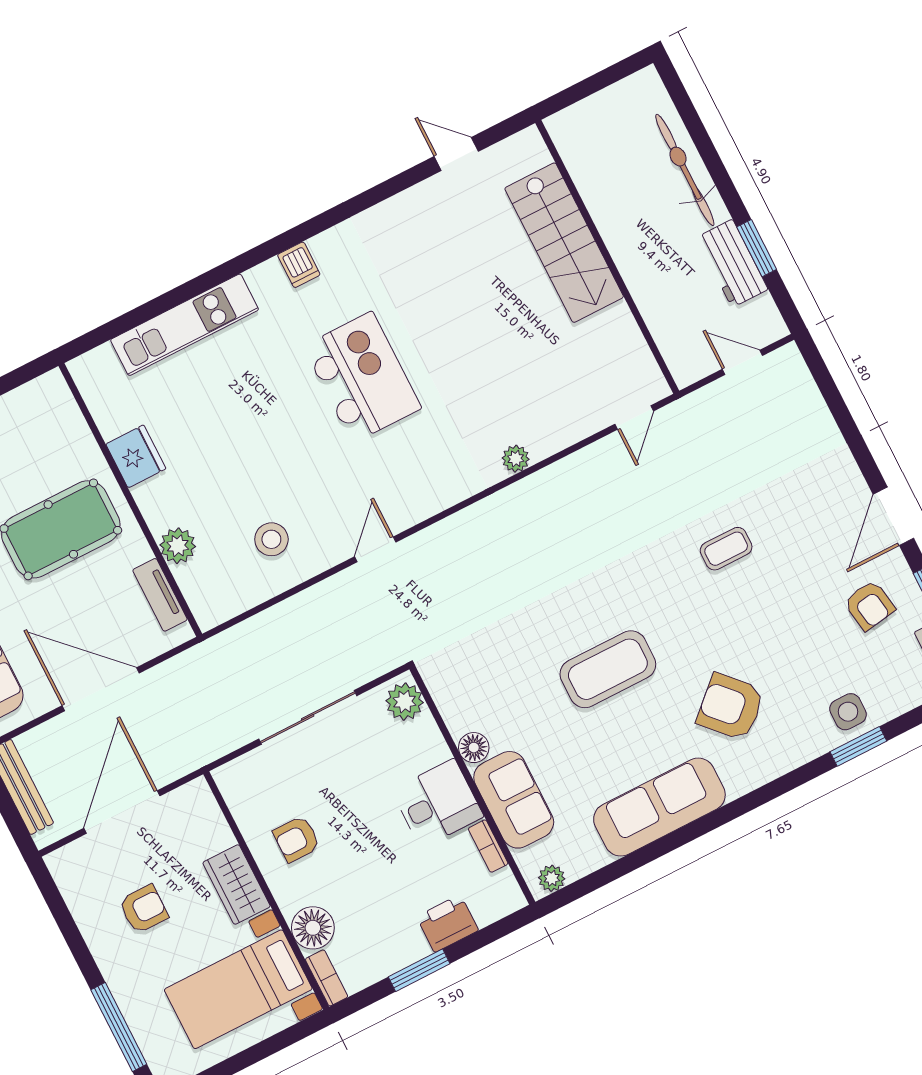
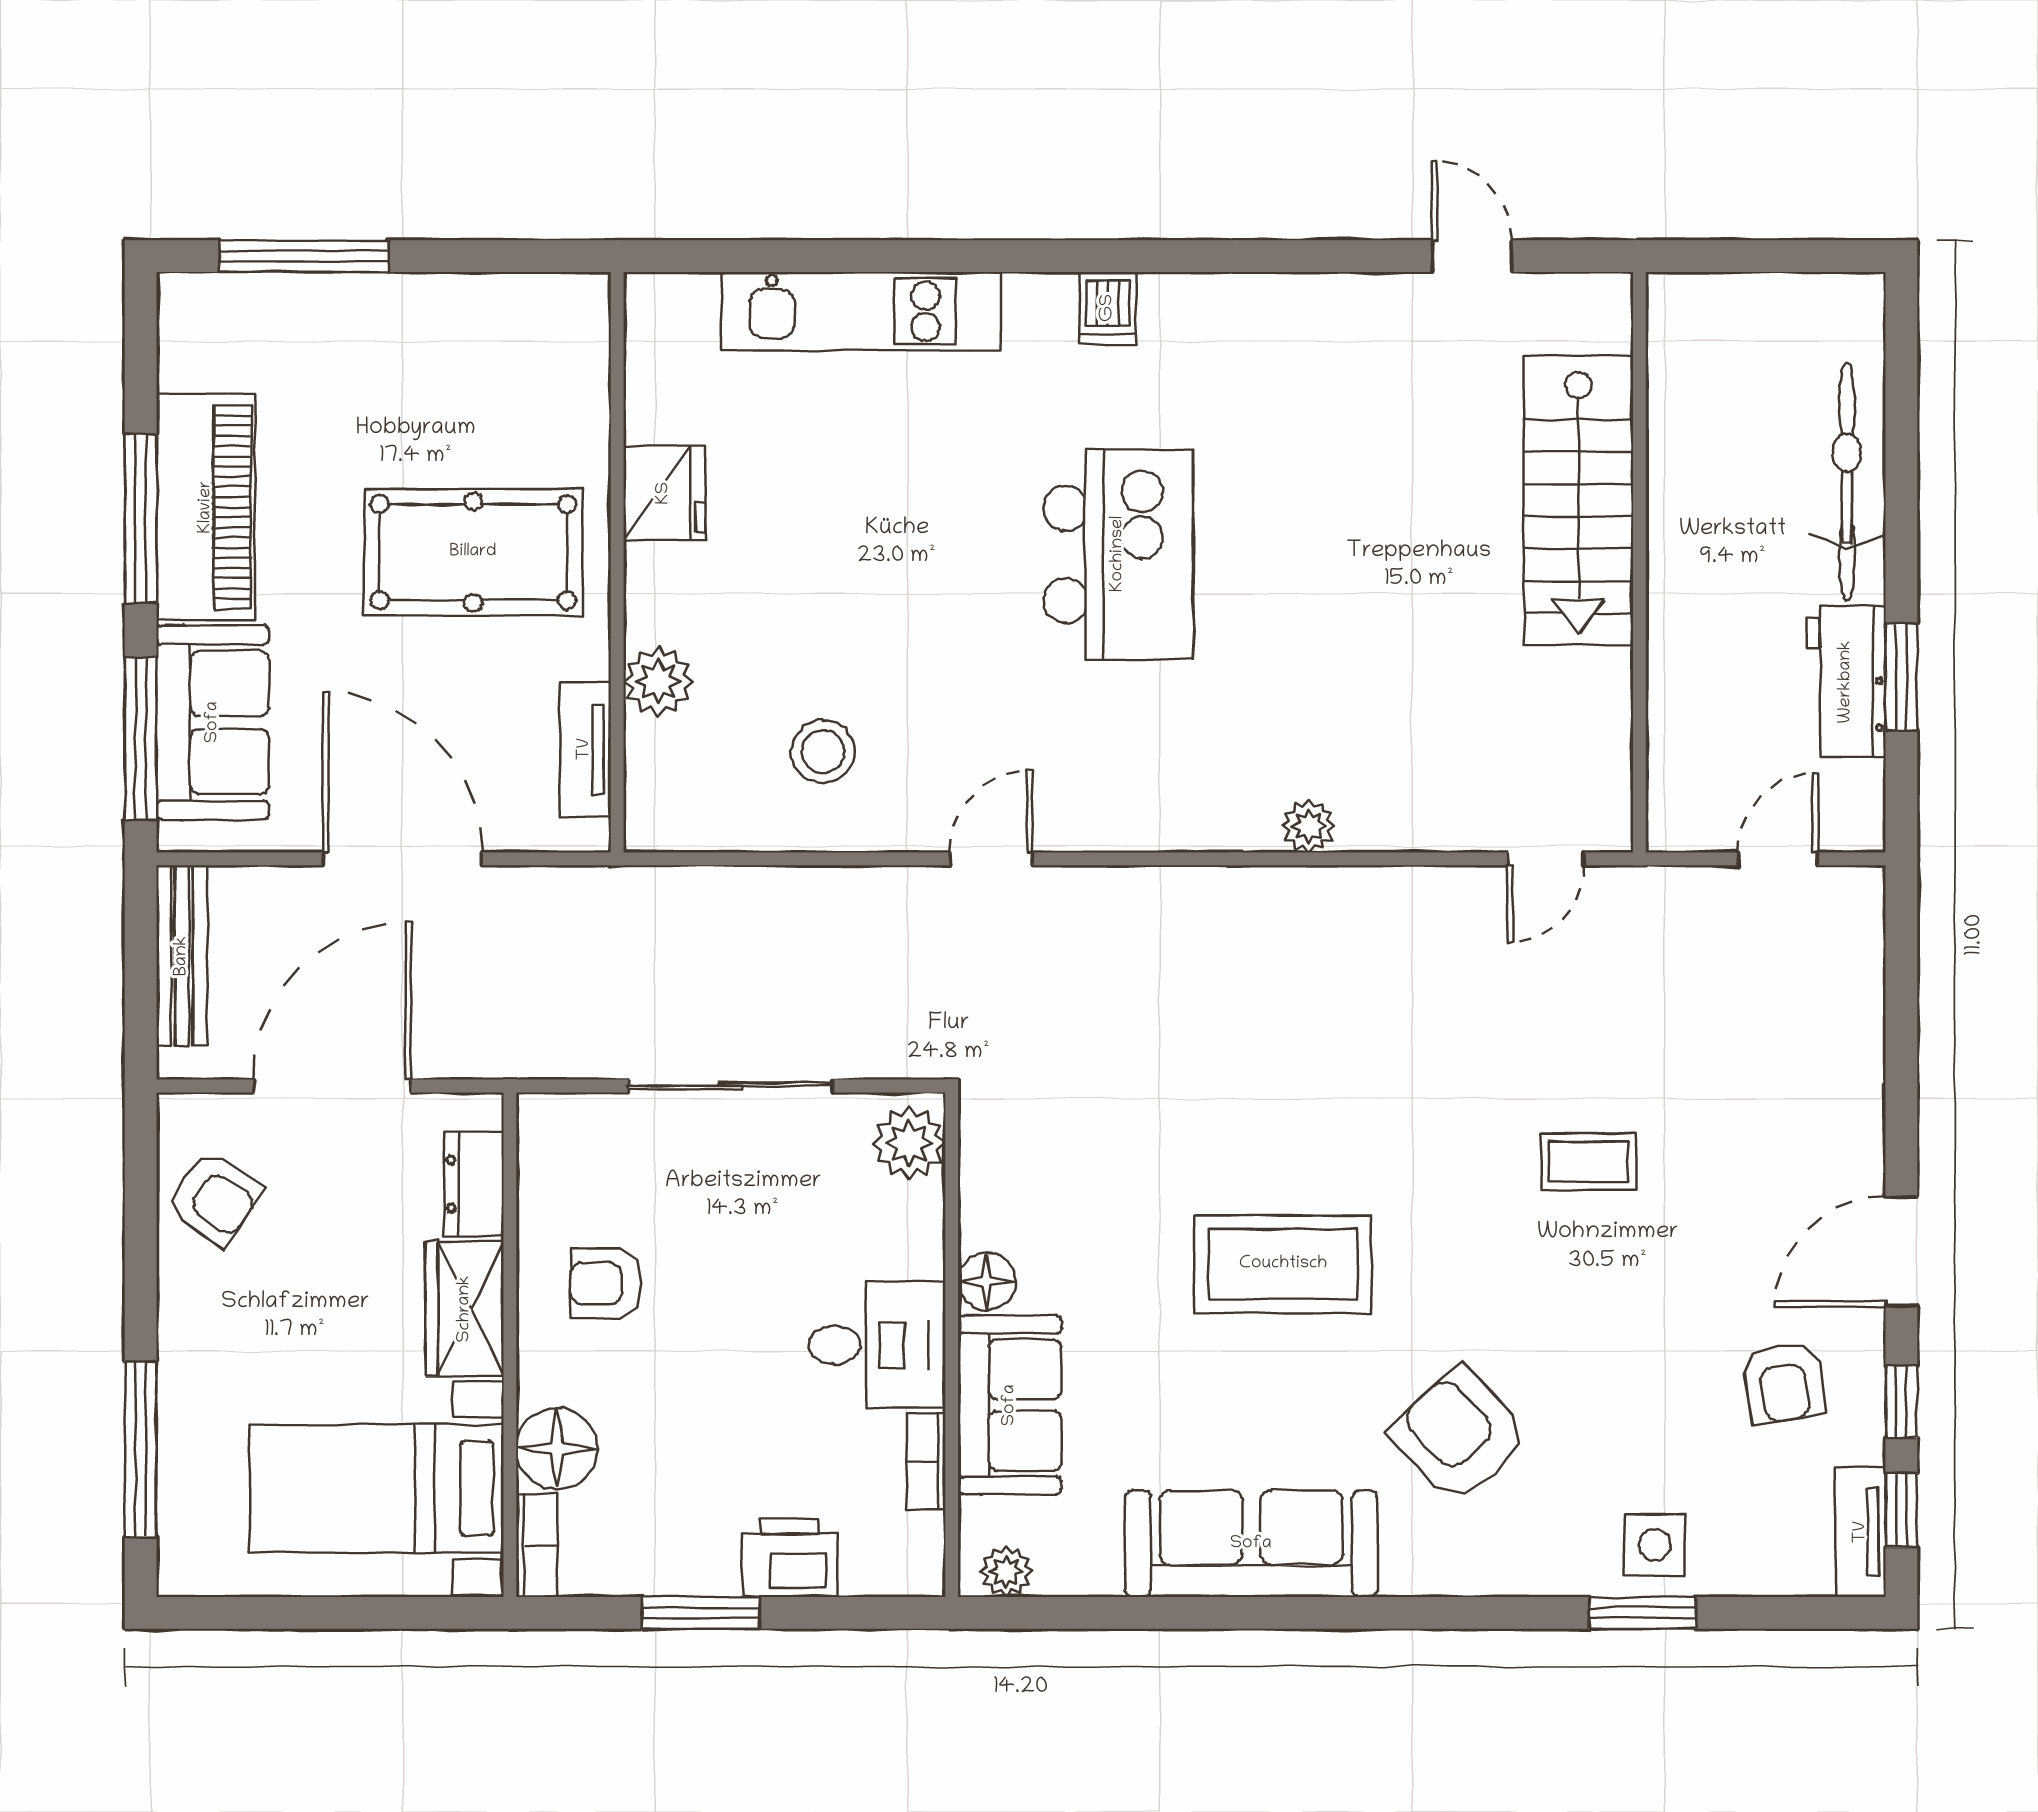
door: (742, 362) -> (1778, 859), hinge flipped
dresser: (211, 824) -> (474, 1184), added
armchair: (144, 909) -> (214, 1198), moved, turned 34

